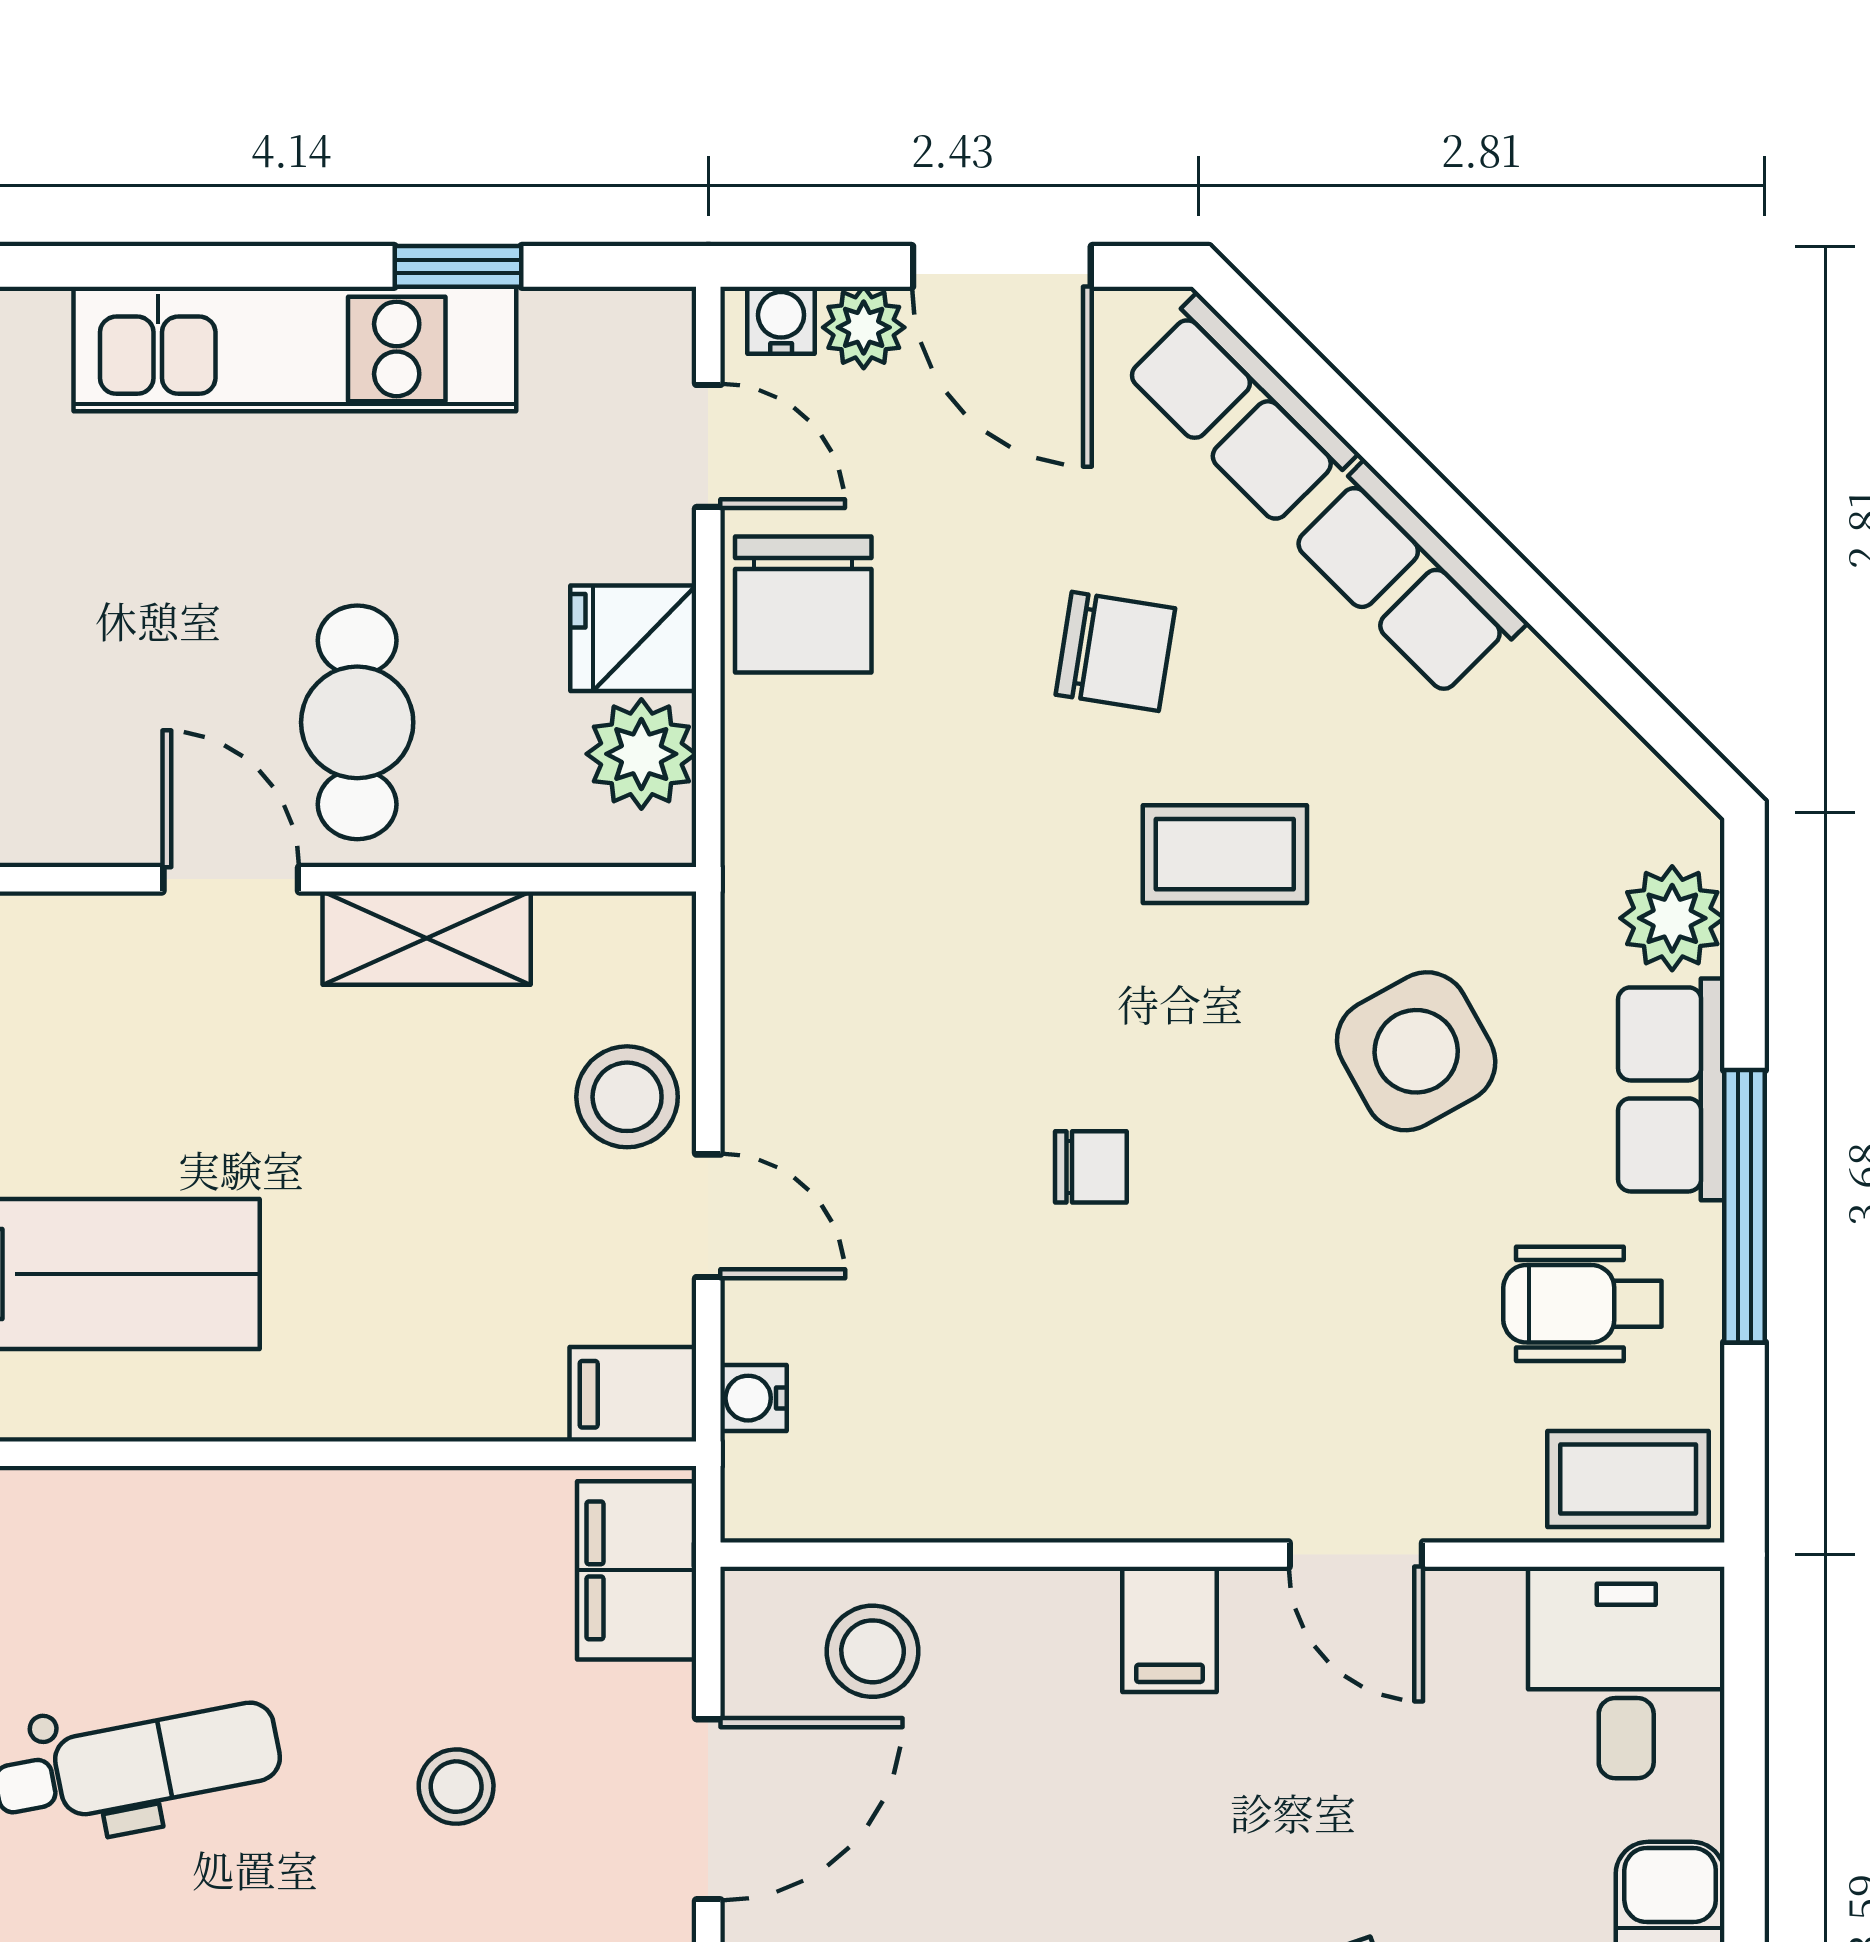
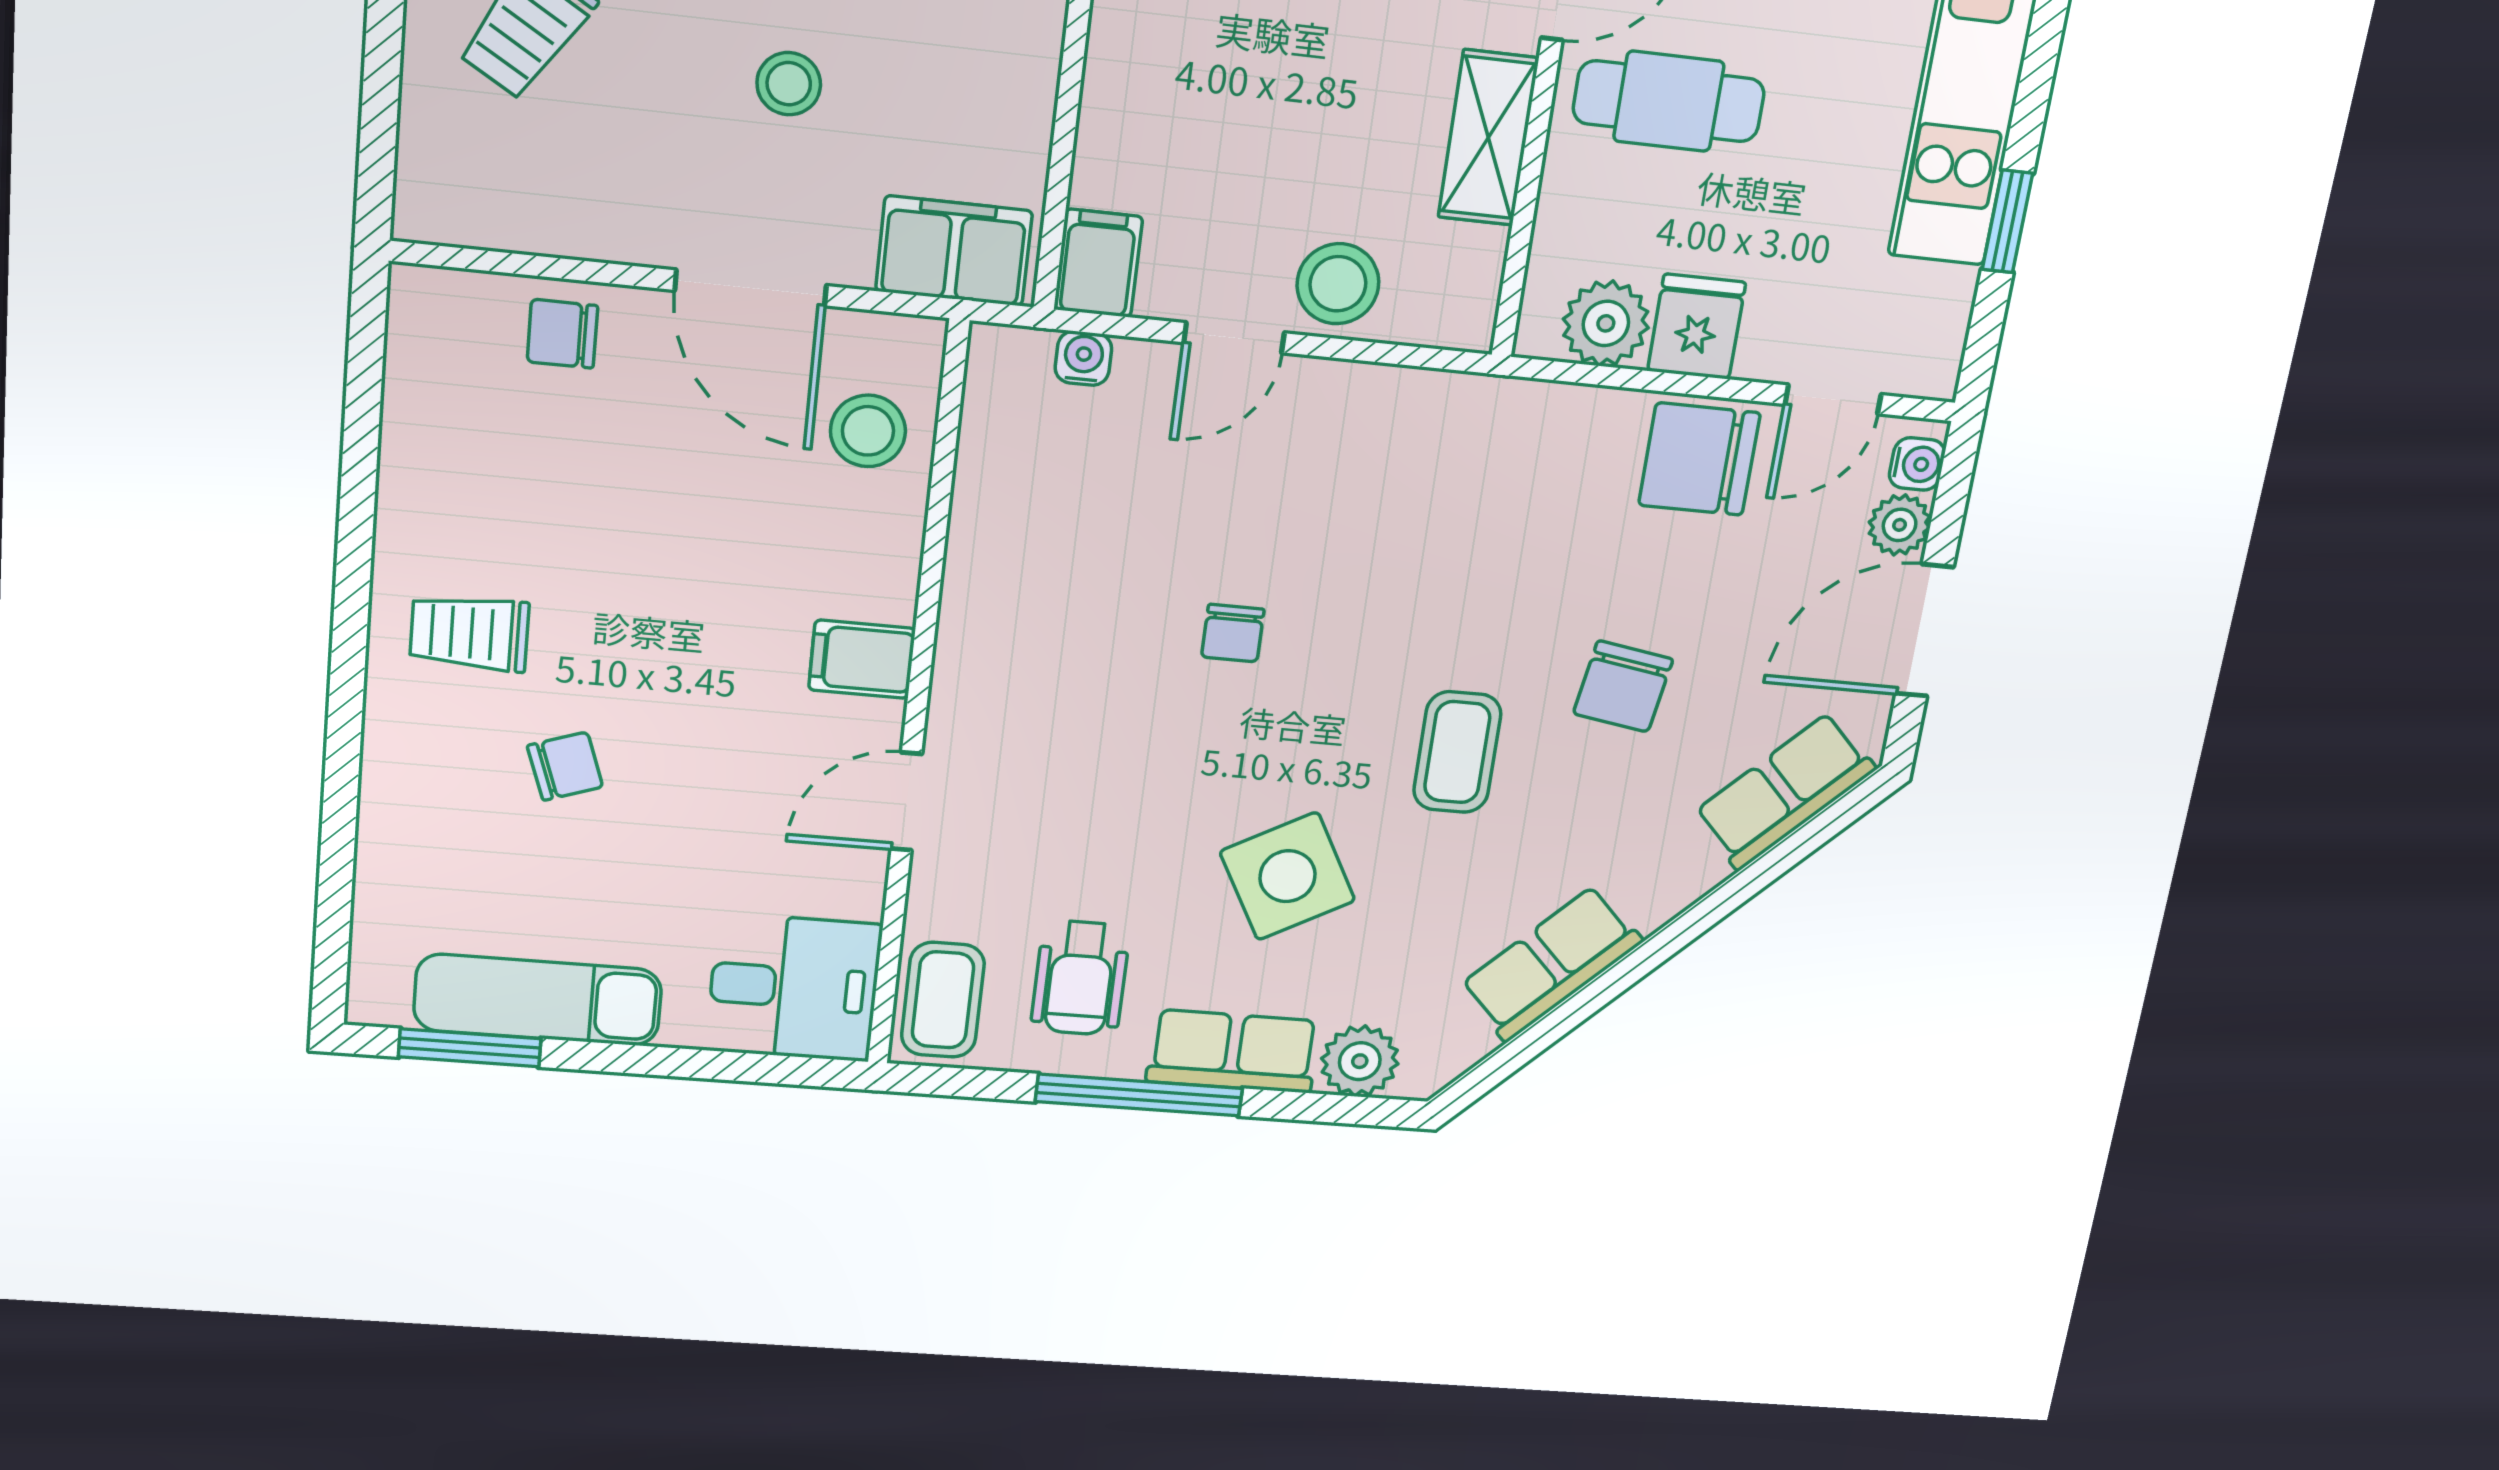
row of seats: (1408, 580) -> (1551, 964), moved
wheelchair: (1583, 1304) -> (1080, 978), turned 180

